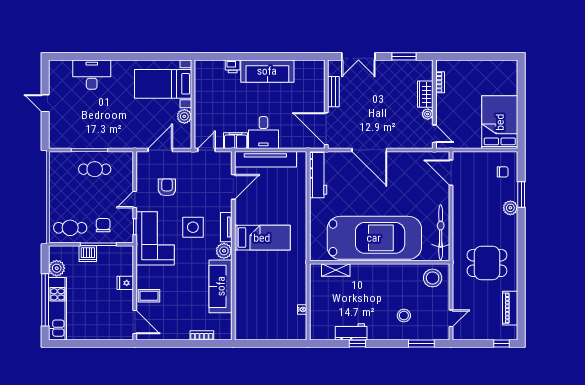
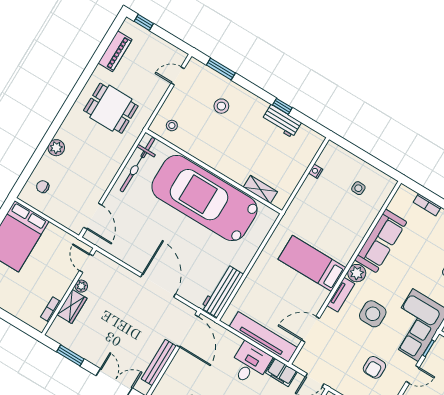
bench: (333, 92) -> (159, 362), width x1.36
window: (521, 195) -> (38, 154), removed
stool: (433, 278) -> (172, 126), width x0.53, depth x0.53
side table: (262, 316) -> (358, 188), added

